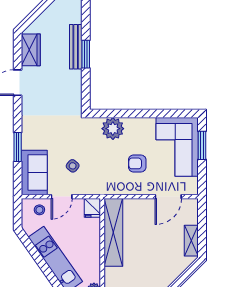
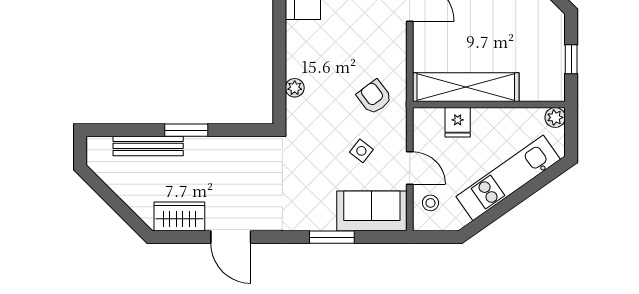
bench: (76, 47) -> (148, 146), moved
plant: (113, 129) -> (295, 88), width x0.53, depth x0.53
armchair: (137, 163) -> (374, 97), moved, turned 143
fridge: (92, 208) -> (458, 122), moved, turned 90

